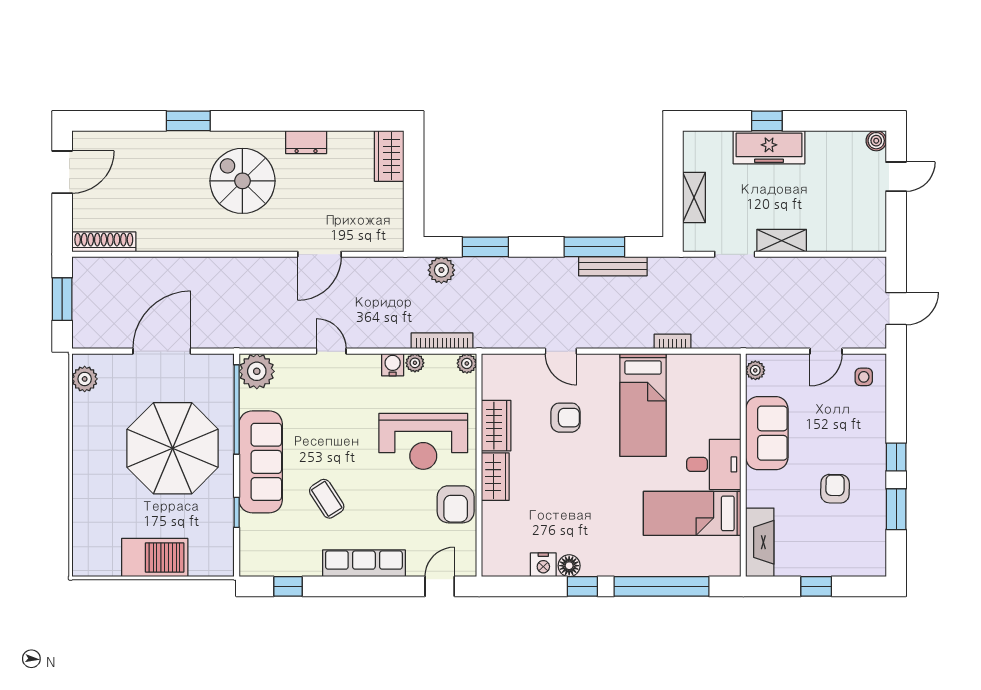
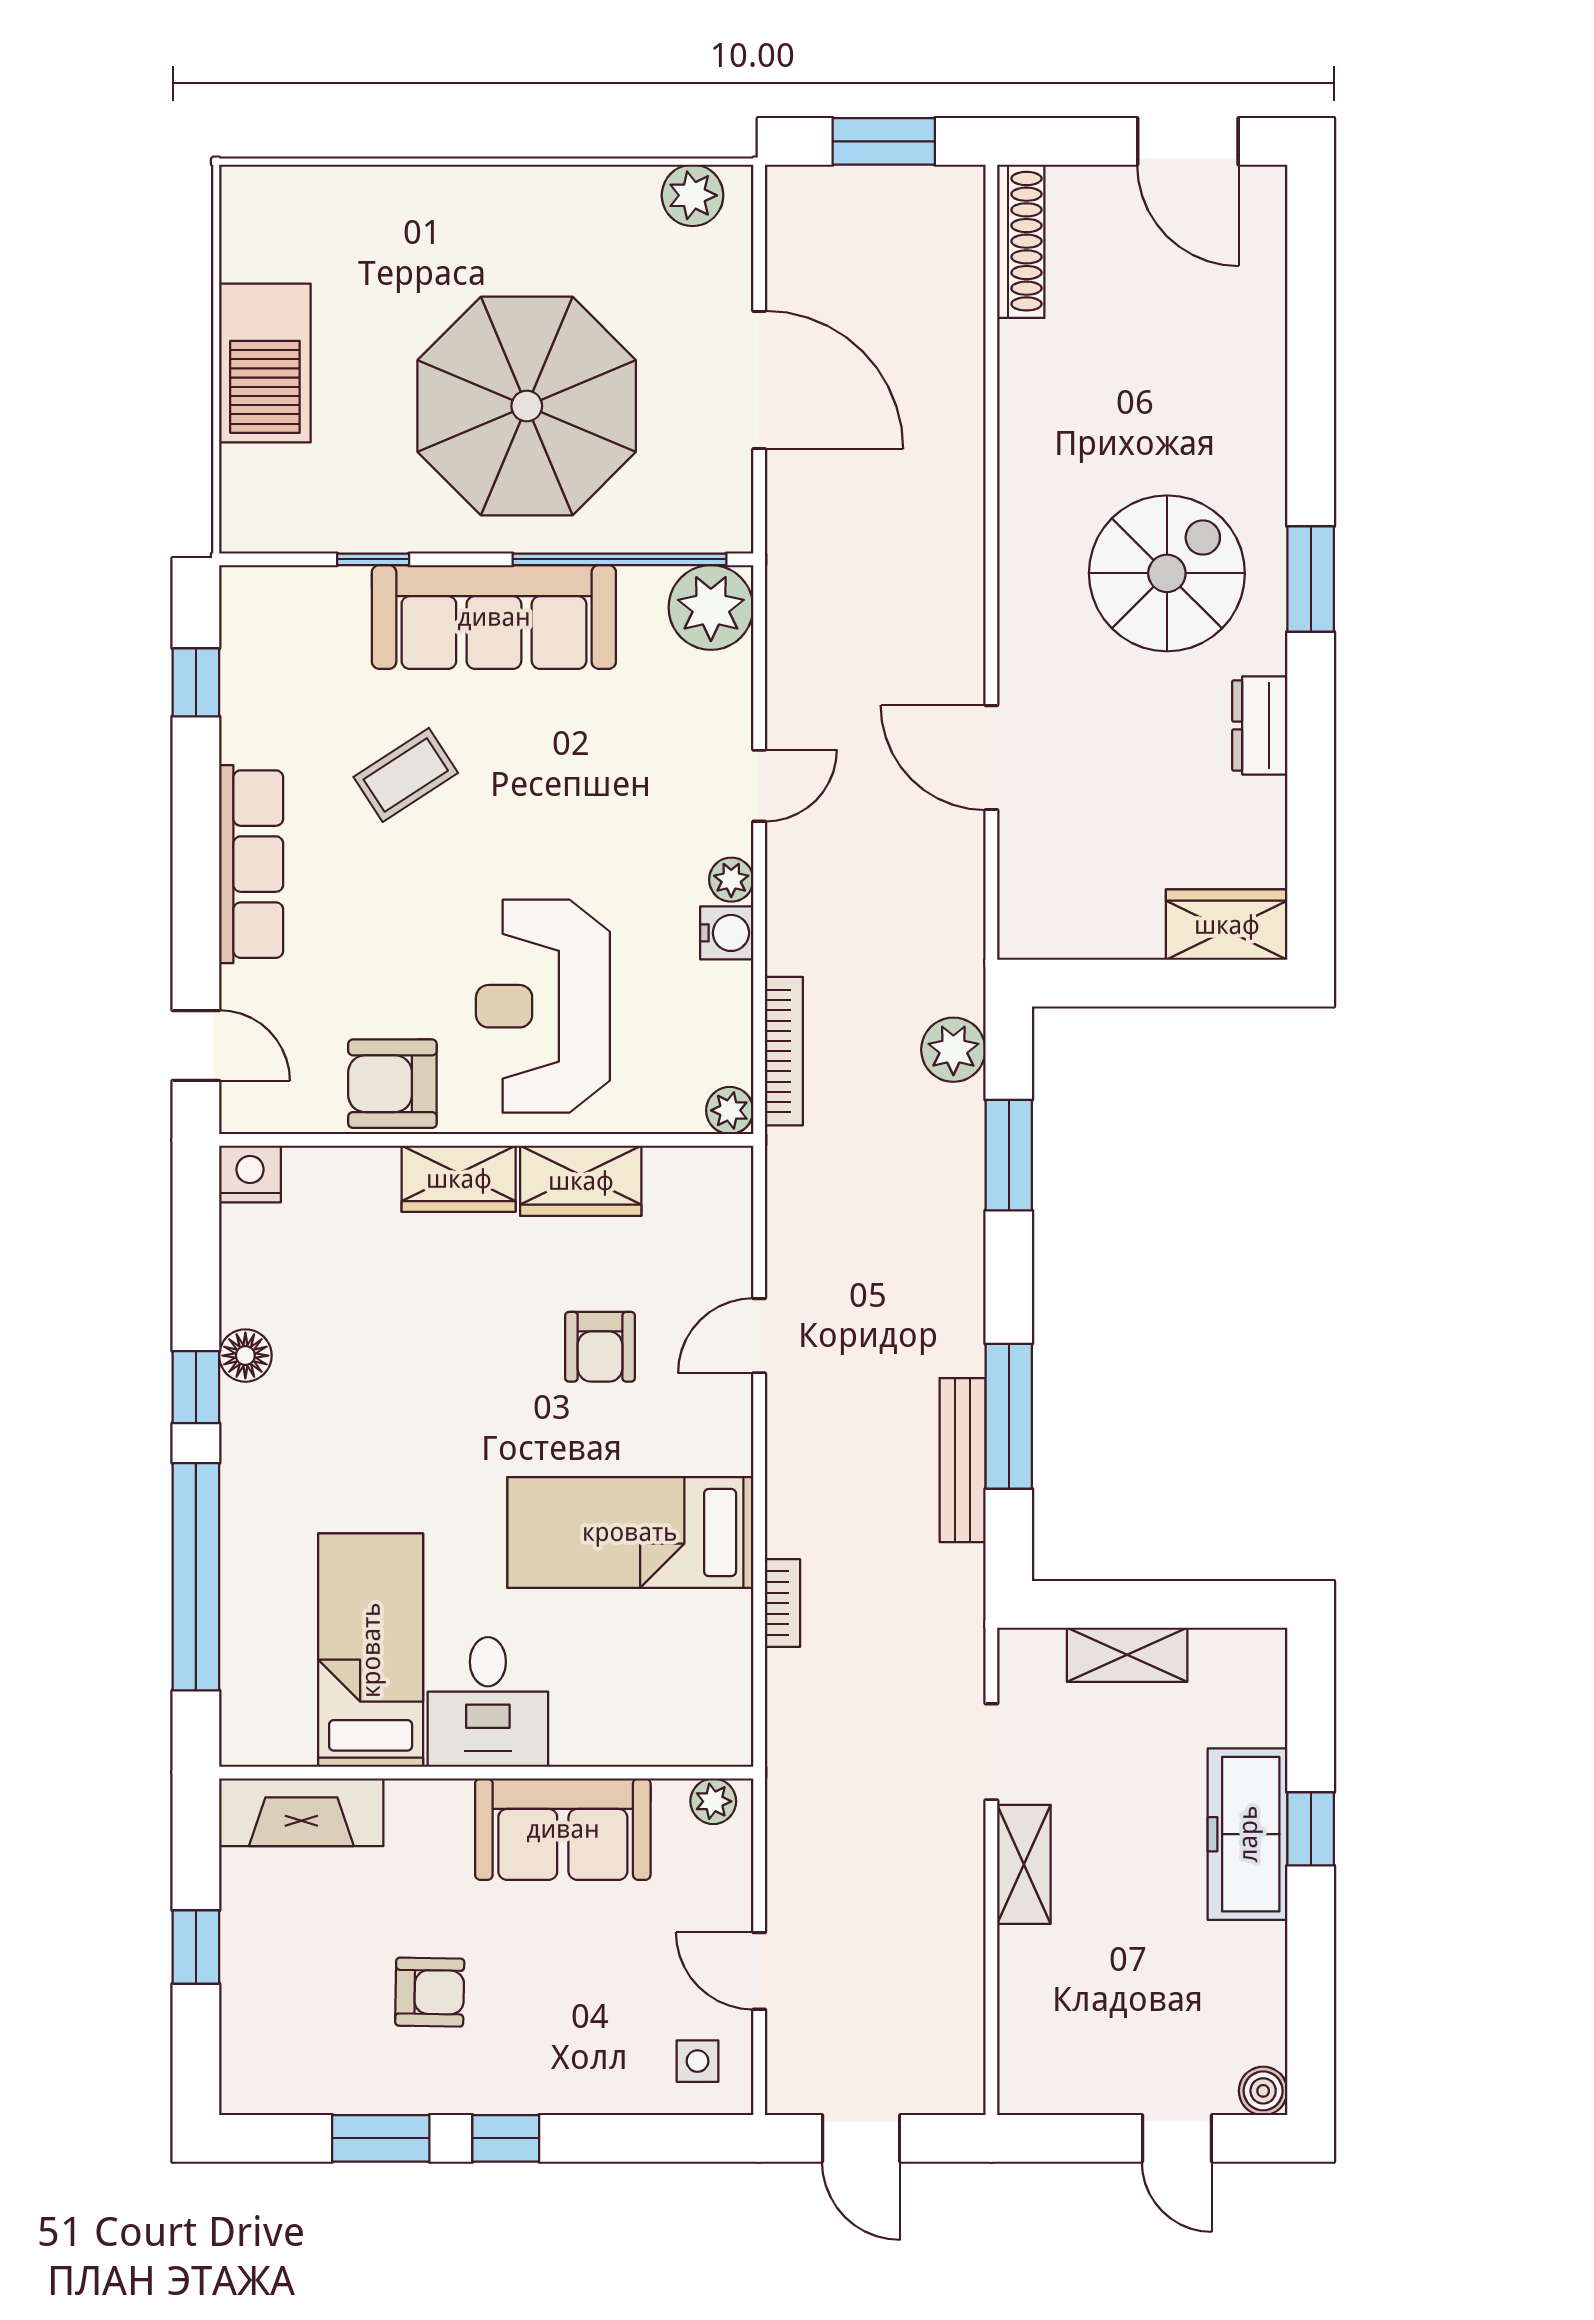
window: (188, 121) -> (1311, 579), moved
plant: (415, 363) -> (731, 880), moved
nightstand: (543, 565) -> (250, 1174), moved, turned 90

